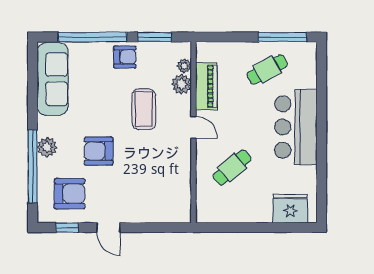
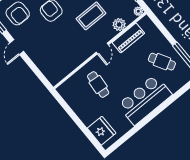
plant: (184, 66) -> (138, 11), moved
cafe table: (232, 168) -> (98, 84), turned 46

